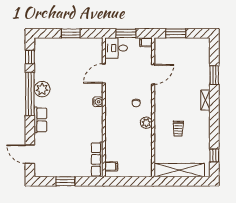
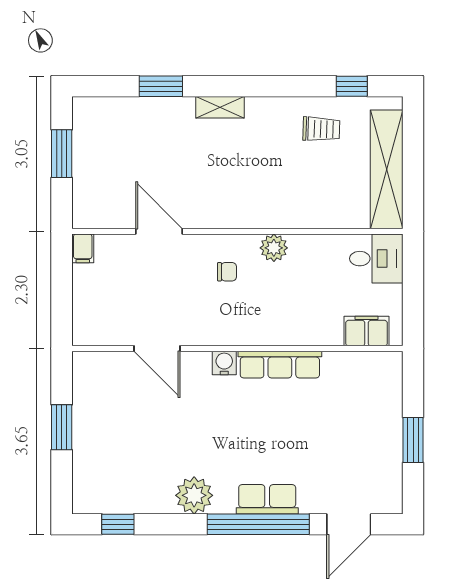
window: (126, 33) -> (62, 296), removed
window: (176, 33) -> (62, 154), moved
desk: (116, 48) -> (376, 259), moved, turned -90
window: (30, 94) -> (258, 524), moved
trolley: (178, 129) -> (321, 129), moved
row of seats: (97, 159) -> (280, 365), moved
filing cabinet: (111, 166) -> (367, 331), width x2.00

